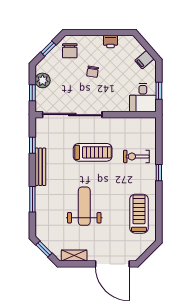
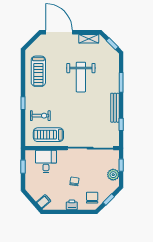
printer: (110, 42) -> (72, 205), moved
filing cabinet: (144, 60) -> (44, 202), moved
desk: (143, 98) -> (46, 161), moved
treadmill: (93, 152) -> (48, 135), moved

